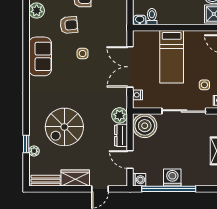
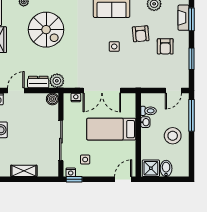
washbasin: (140, 20) -> (145, 122), moved
double door: (130, 67) -> (102, 91), swing flipped
boiler: (145, 126) -> (52, 99), width x0.54, depth x0.54
spiral stairs: (64, 127) -> (46, 30), turned 180

